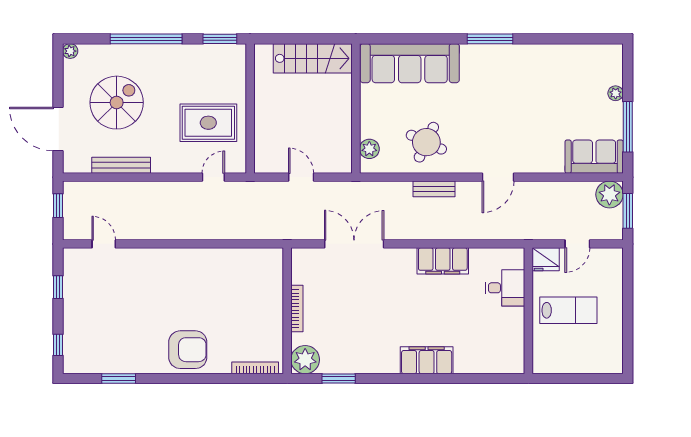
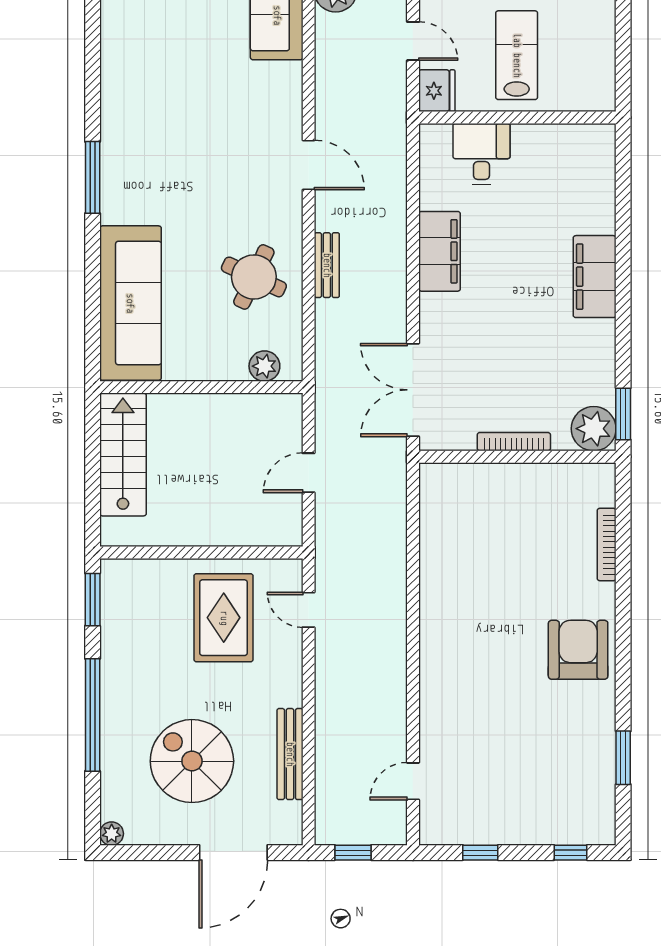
bookcase: (297, 309) -> (514, 442), moved
wall: (287, 311) -> (517, 457), moved
plant: (305, 360) -> (594, 429), moved

